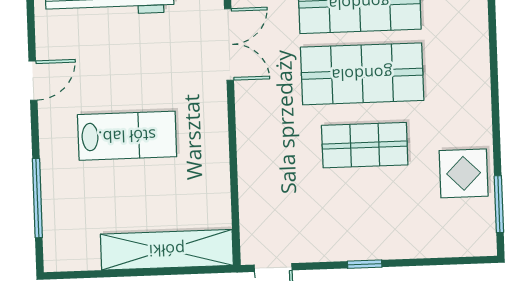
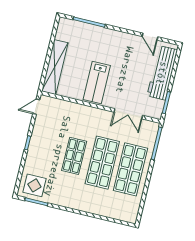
door: (33, 81) -> (150, 37), moved
lab bench: (127, 136) -> (97, 83), moved
display table: (464, 173) -> (34, 185), moved

